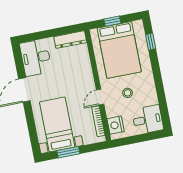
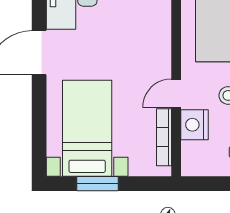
nightstand: (116, 125) -> (195, 125), moved

